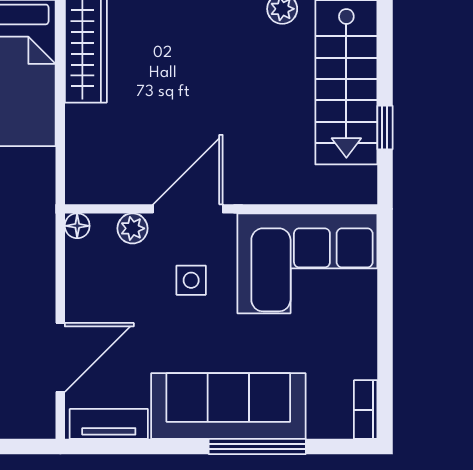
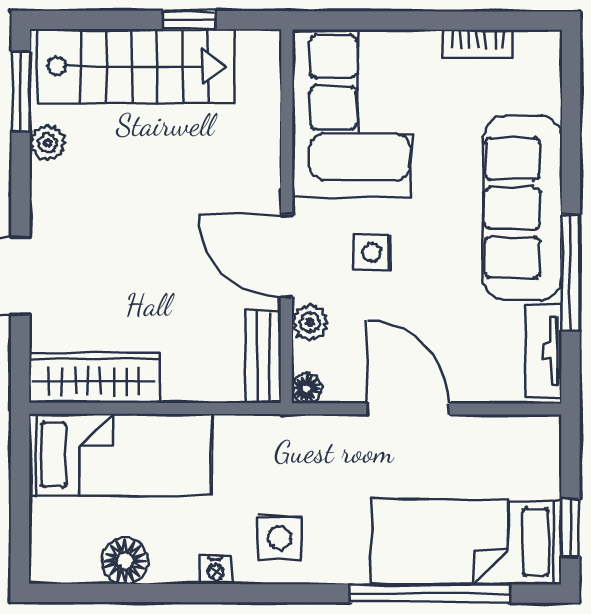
bench: (104, 189) -> (263, 357), added
door: (60, 357) -> (408, 409), moved
bookcase: (366, 410) -> (478, 44), moved
window: (257, 446) -> (571, 273), moved

